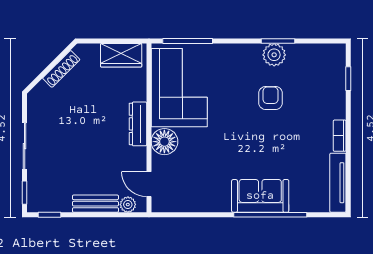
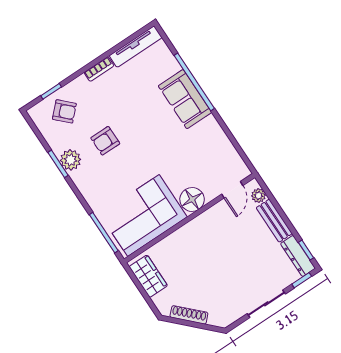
armchair: (322, 79) -> (64, 111), added
dresser: (138, 124) -> (298, 256), moved, turned 90

